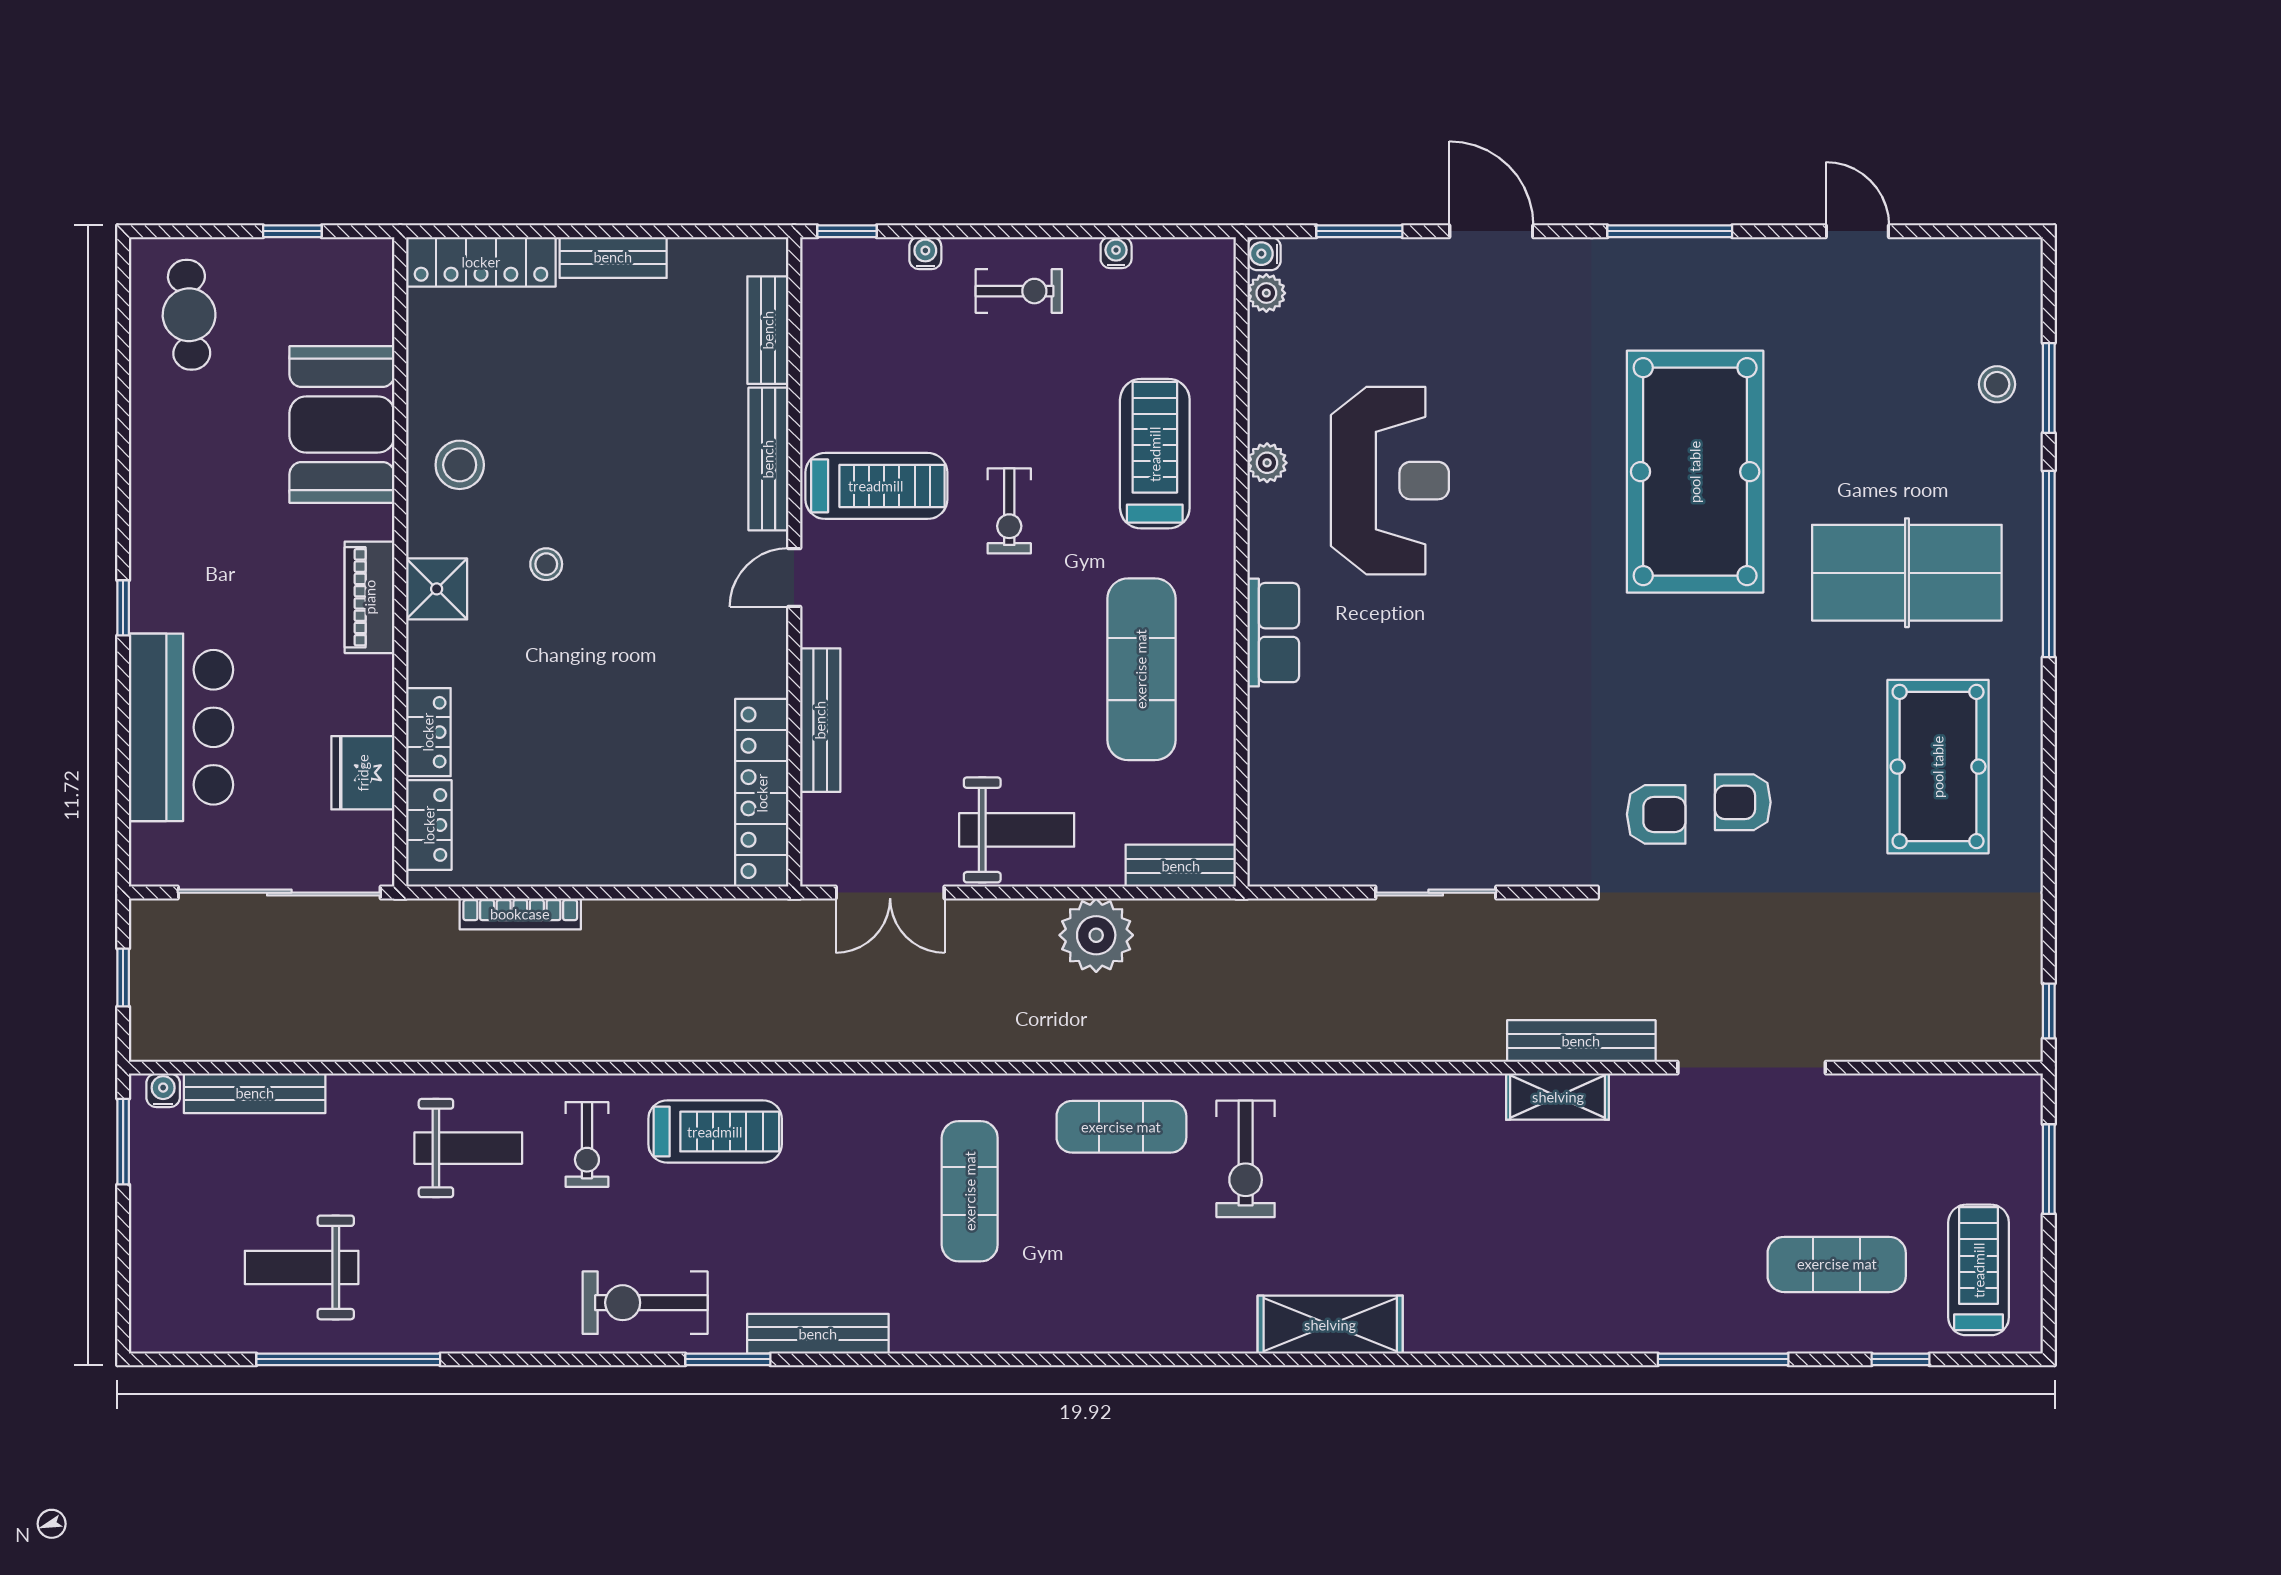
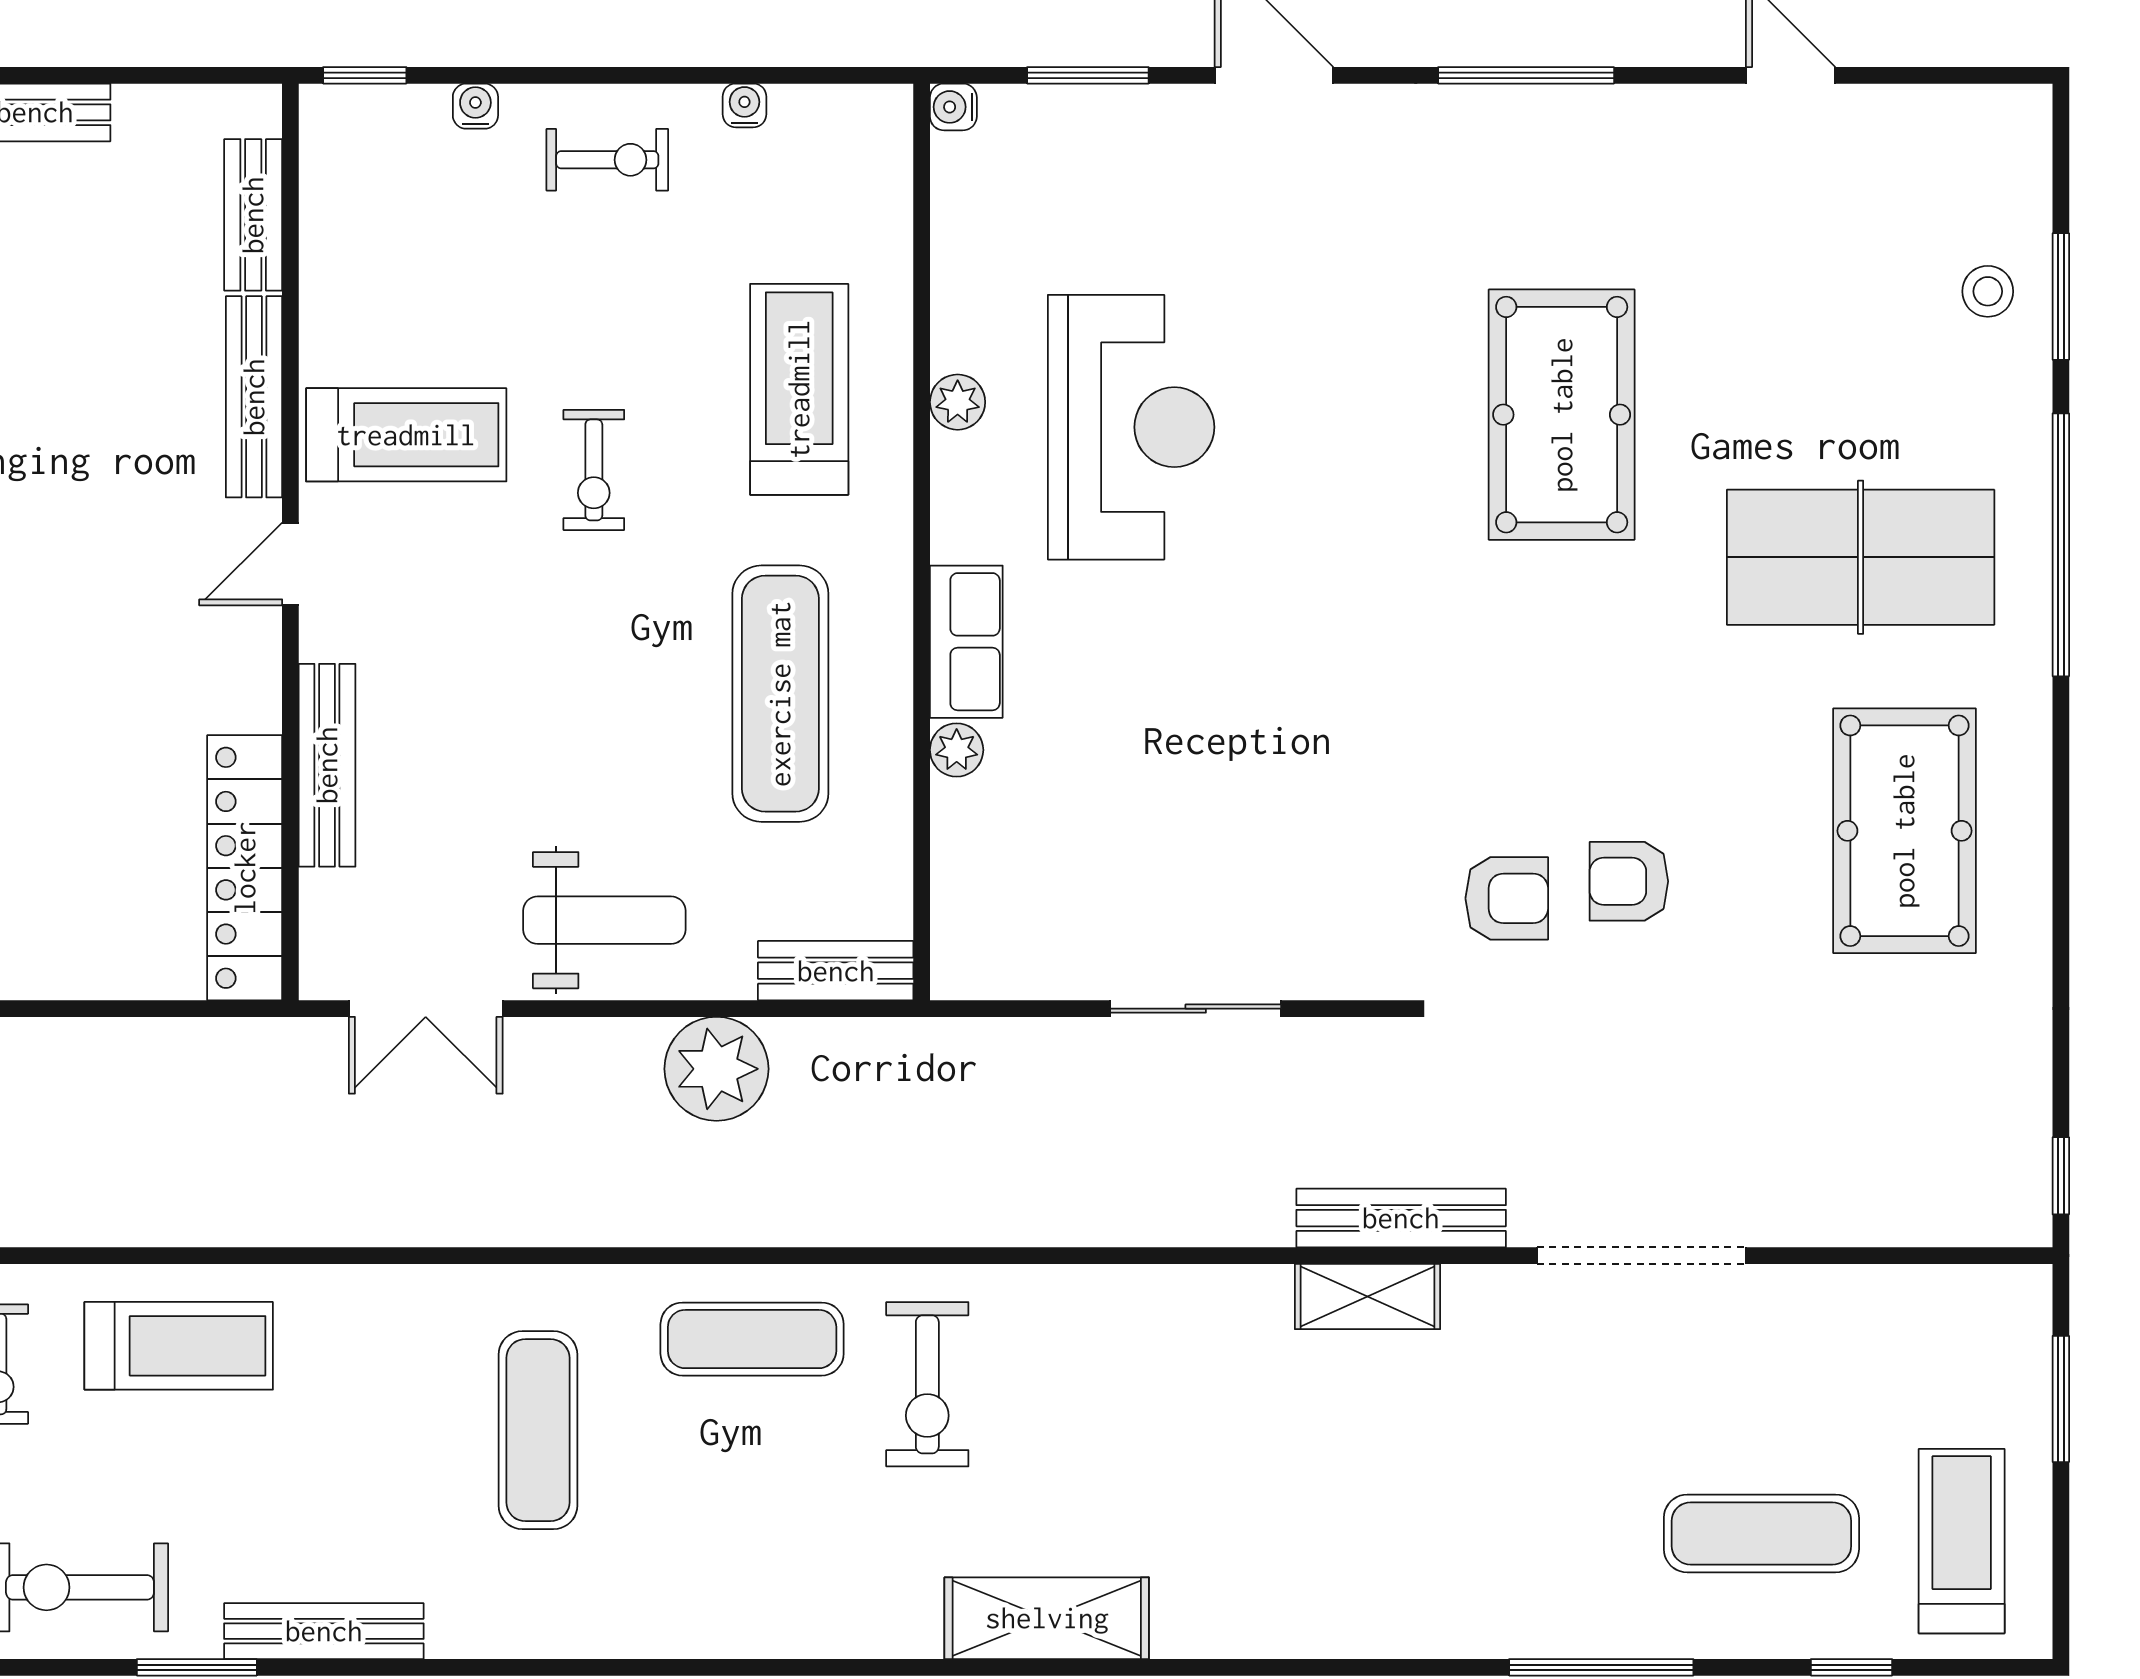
plant: (1266, 293) -> (957, 750), moved
pool table: (1695, 472) -> (1562, 415), width x0.73, depth x0.76

